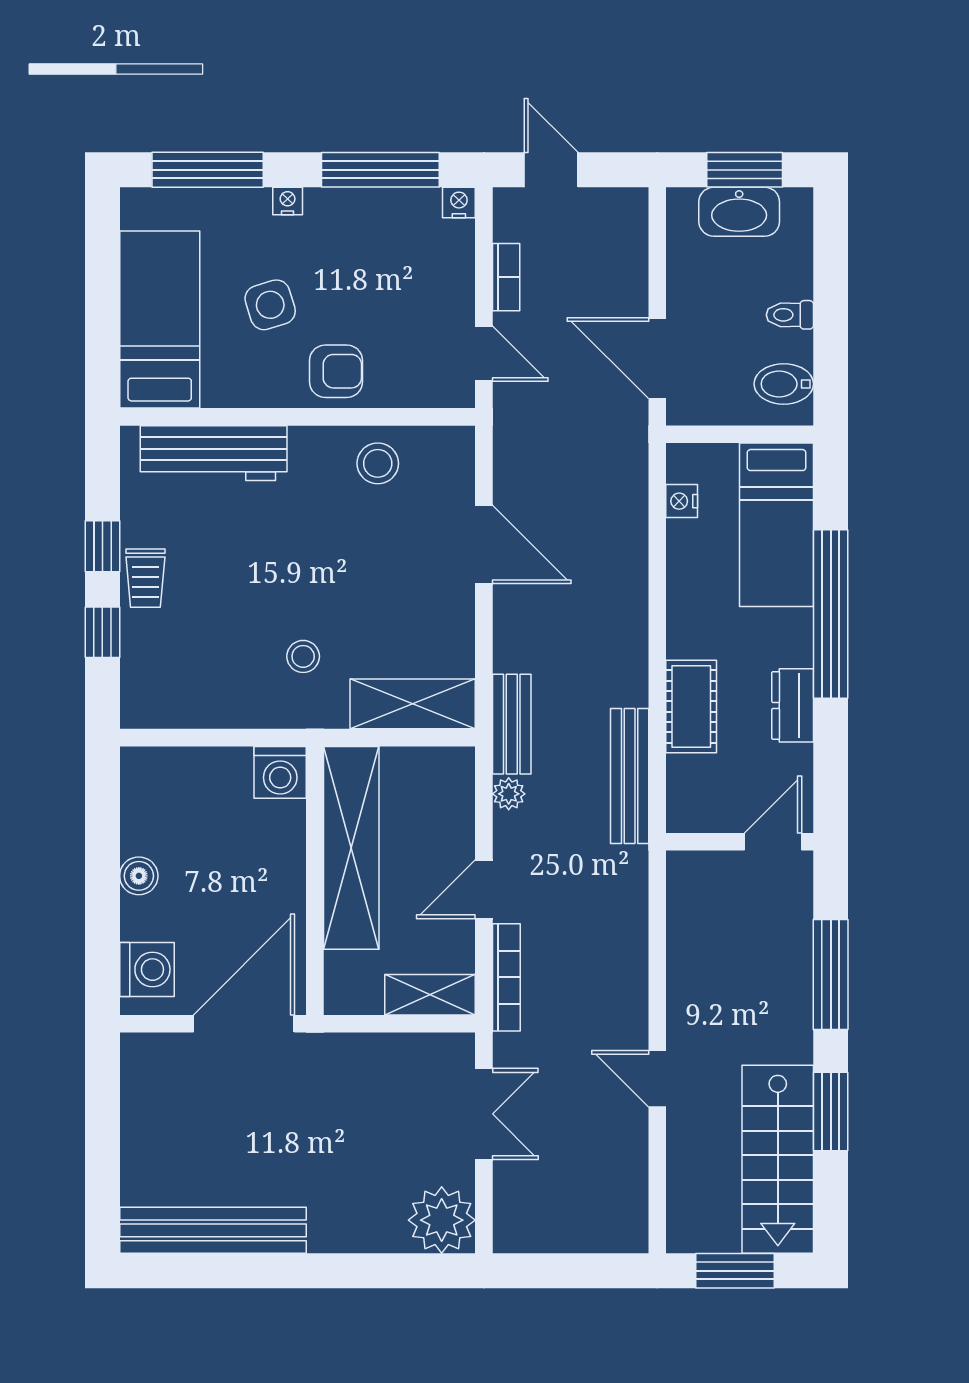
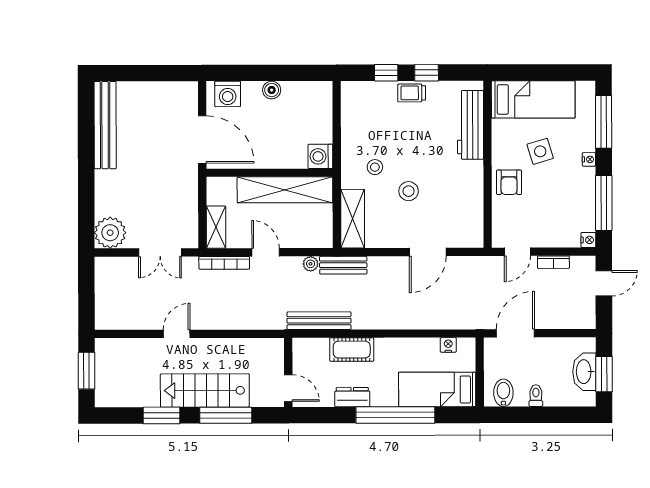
stool: (378, 463) -> (409, 191), moved
stairs: (778, 1159) -> (205, 390), moved

